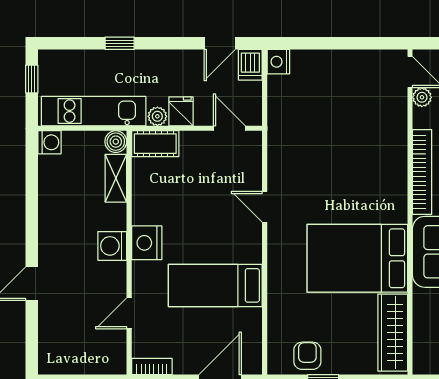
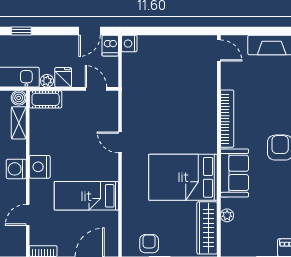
plant: (422, 97) -> (227, 215), moved

